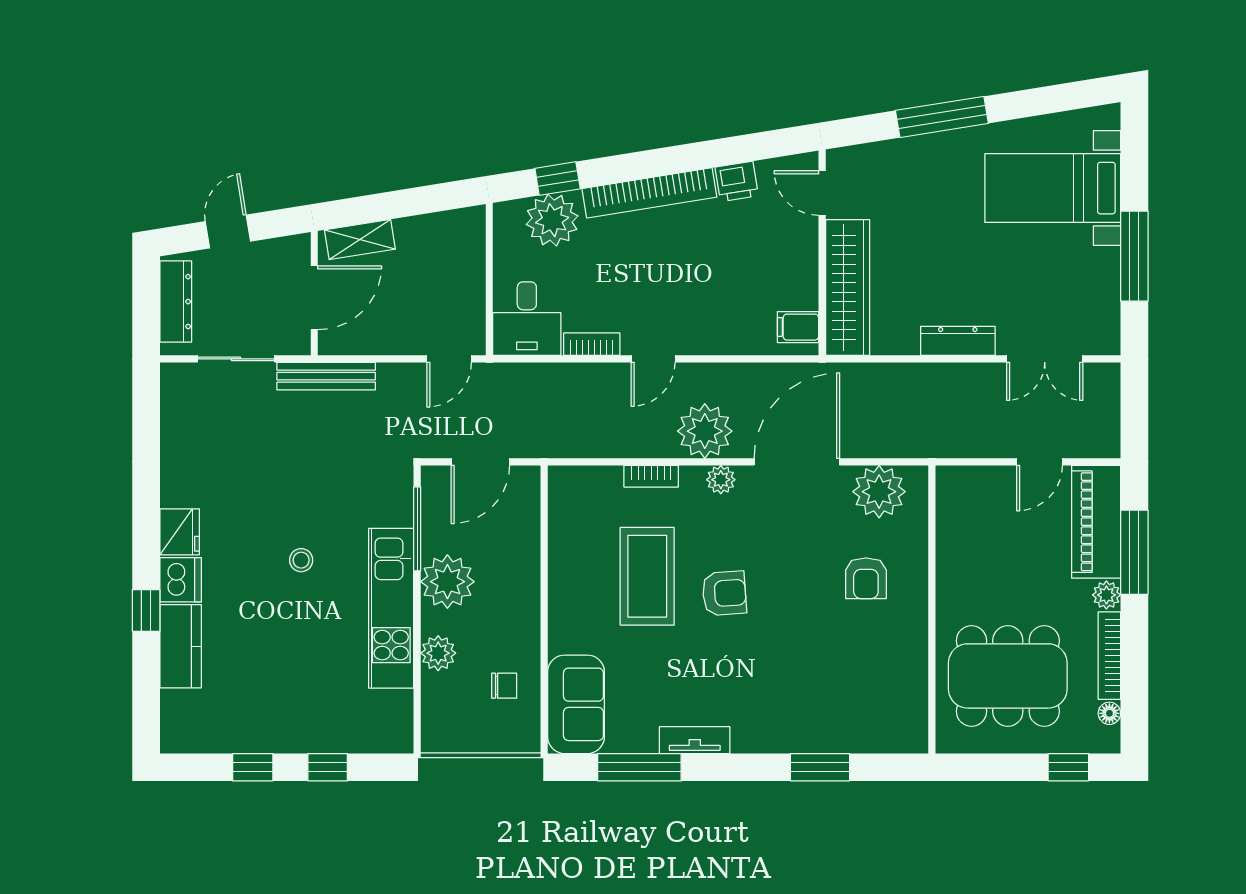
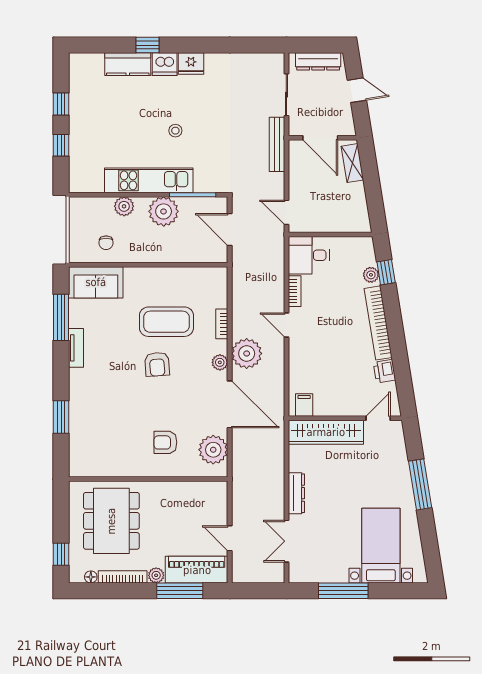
plant: (552, 220) -> (371, 275), width x0.53, depth x0.53

